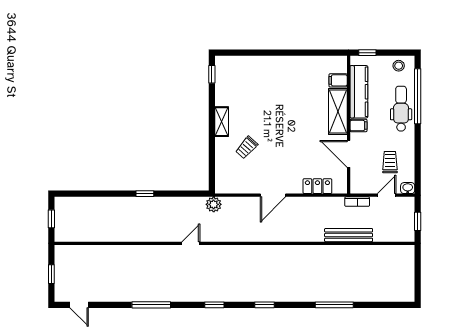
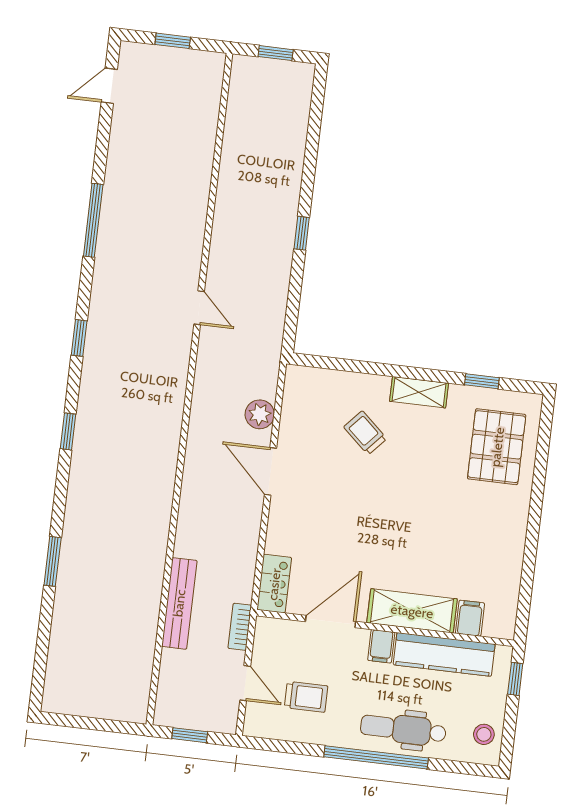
window: (212, 74) -> (482, 381), moved
pallet: (246, 77) -> (497, 447), added
window: (418, 96) -> (376, 757), moved
dental chair: (401, 109) -> (403, 729), turned 180
locker: (317, 186) -> (274, 584), moved
washbasin: (408, 188) -> (254, 724), removed
plant: (214, 204) -> (260, 414), moved
window: (334, 305) -> (53, 561), width x0.69

